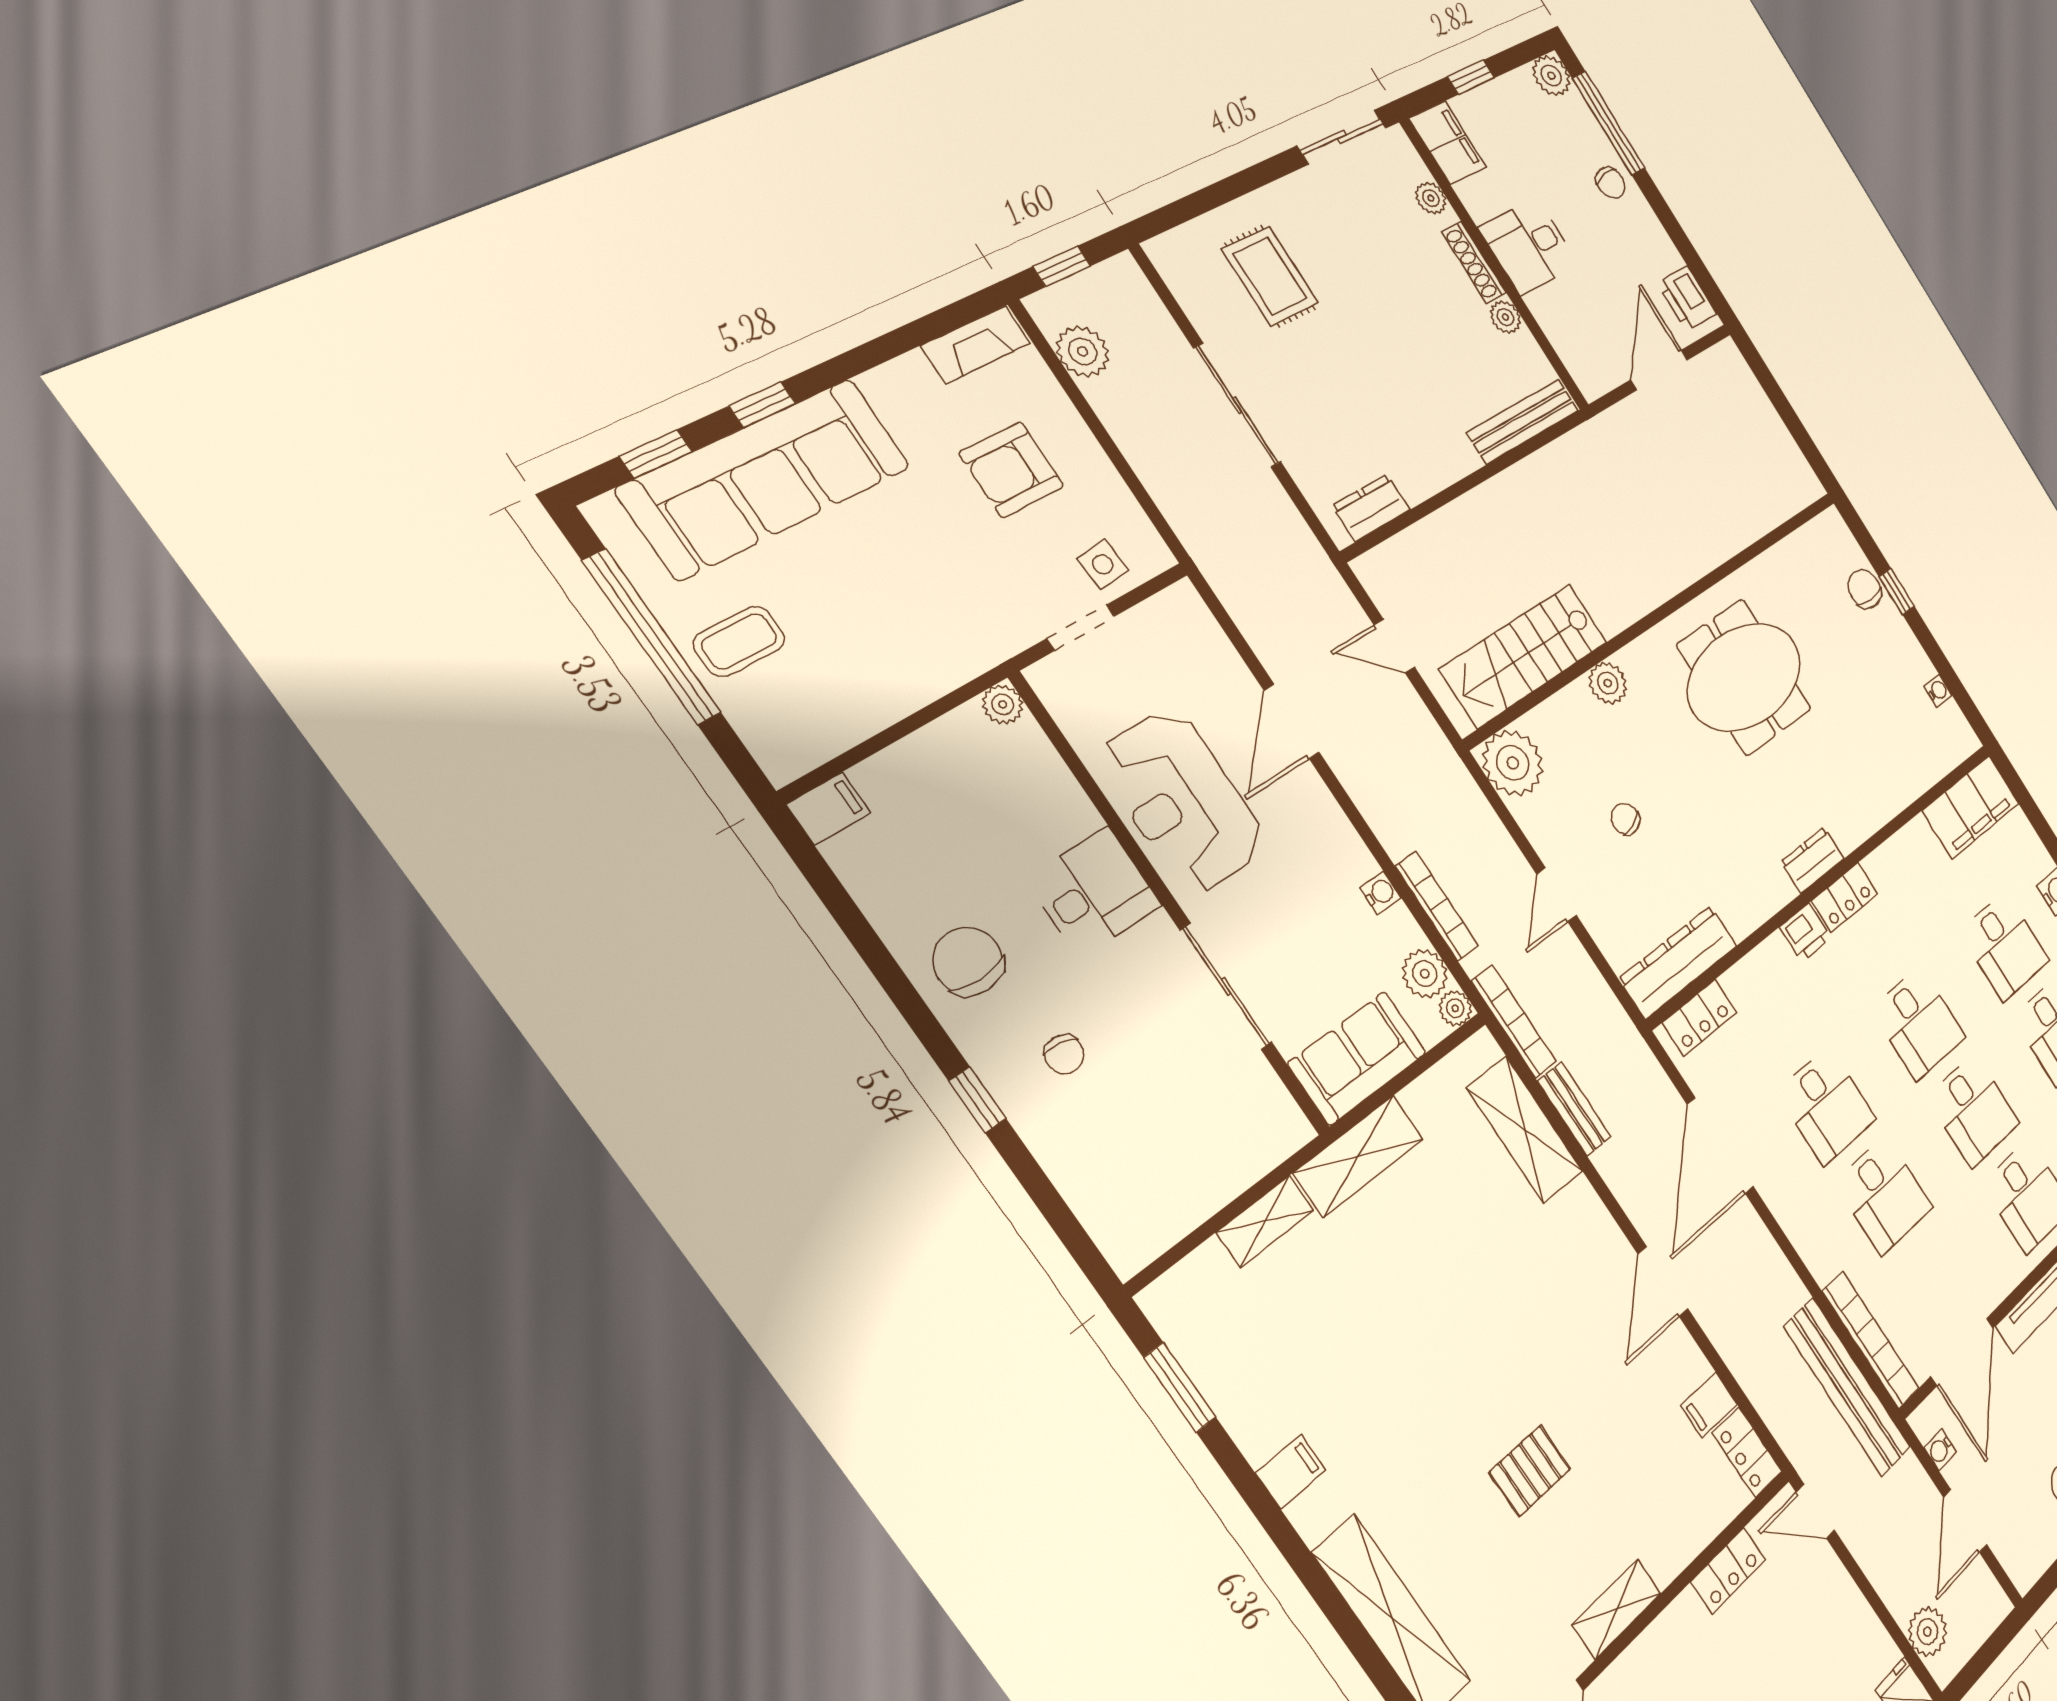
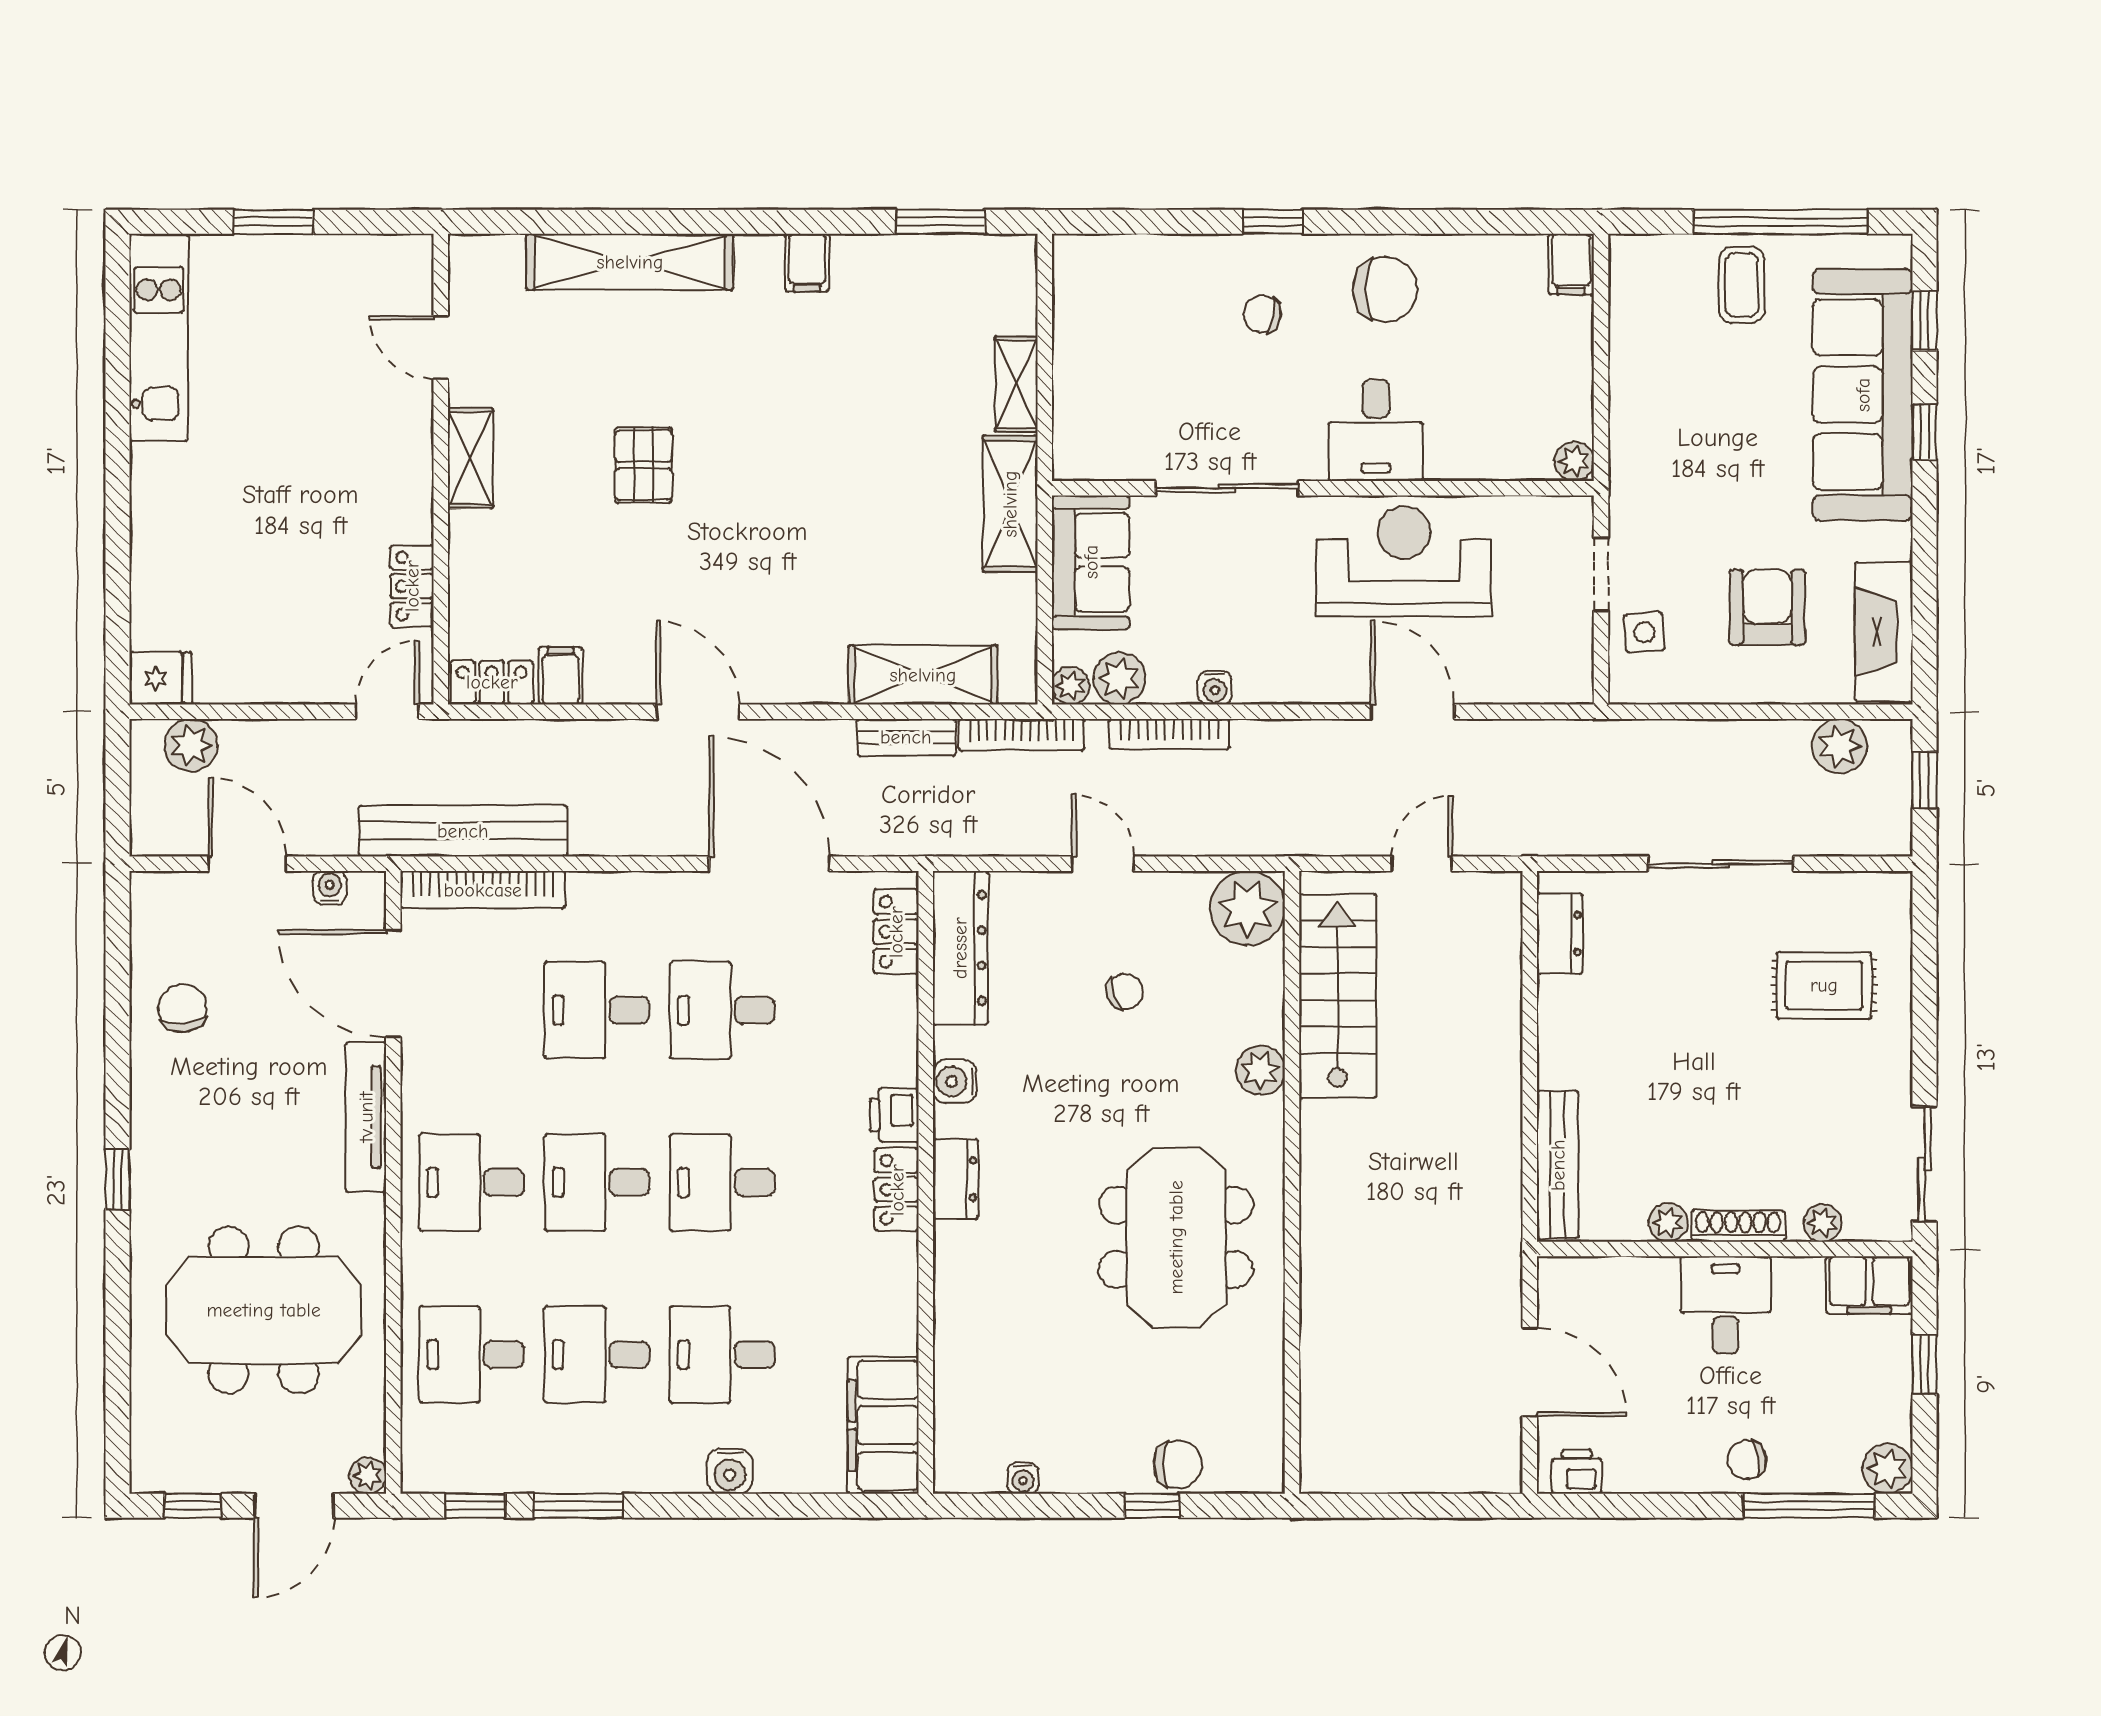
printer: (1687, 298) -> (1577, 1472), width x0.73, depth x0.81
fireplace: (976, 345) -> (1884, 632), width x1.37, depth x1.32
water cooler: (1759, 904) -> (955, 1081), added

